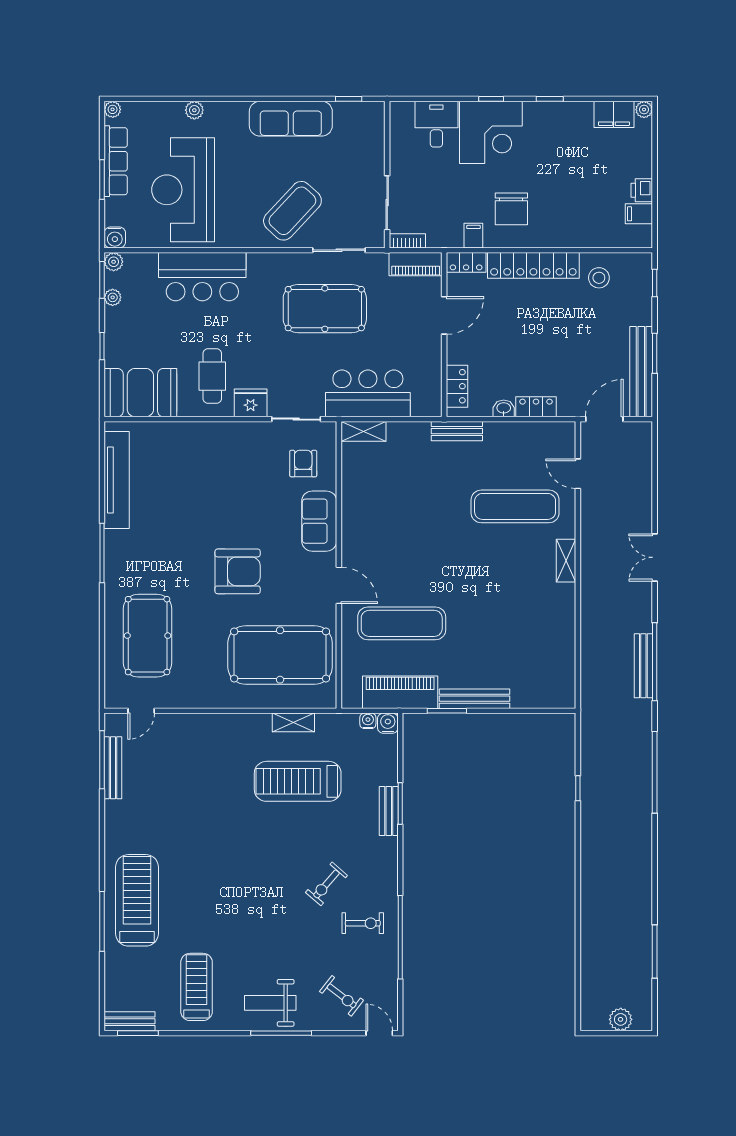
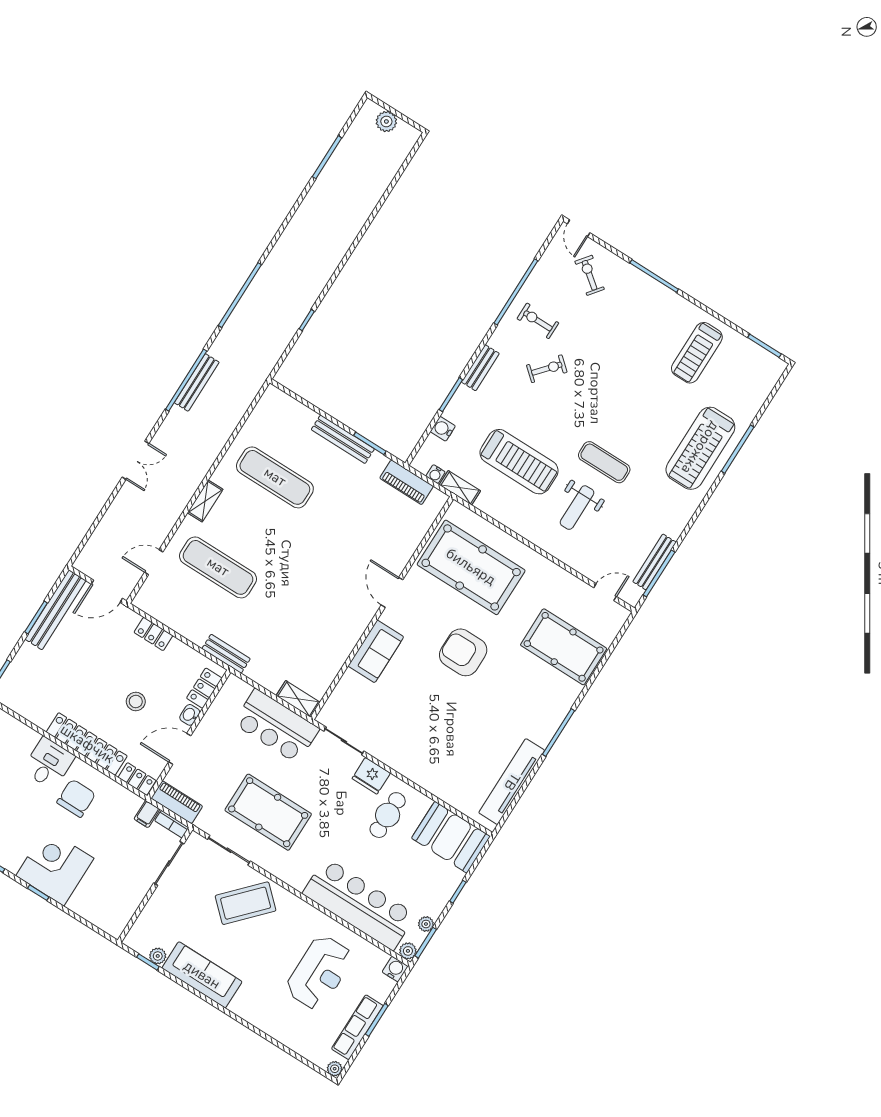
plant: (194, 110) -> (158, 956), moved
desk: (436, 124) -> (49, 763), moved, turned 180
reception desk: (183, 190) -> (319, 972), width x0.74, depth x0.77
filing cabinet: (473, 236) -> (147, 814), moved
bar counter: (202, 277) -> (359, 904), width x1.36
stool: (599, 278) -> (136, 701), moved
washbasin: (504, 408) -> (190, 715), moved, turned 90
armchair: (303, 464) -> (360, 703), removed
door: (578, 474) -> (154, 562), swing flipped
exercise mat: (402, 623) -> (275, 477), moved
pool table: (148, 636) -> (564, 647), turned 90
piano: (400, 692) -> (407, 482), width x0.73, depth x0.75
shelving: (293, 722) -> (460, 488), moved
water cooler: (388, 723) -> (443, 429), moved, turned 90
bench: (389, 811) -> (480, 368), moved
exercise mat: (218, 831) -> (604, 462), added
weight bench: (270, 1003) -> (577, 508), moved, turned 90
bench: (129, 1021) -> (765, 359), removed

